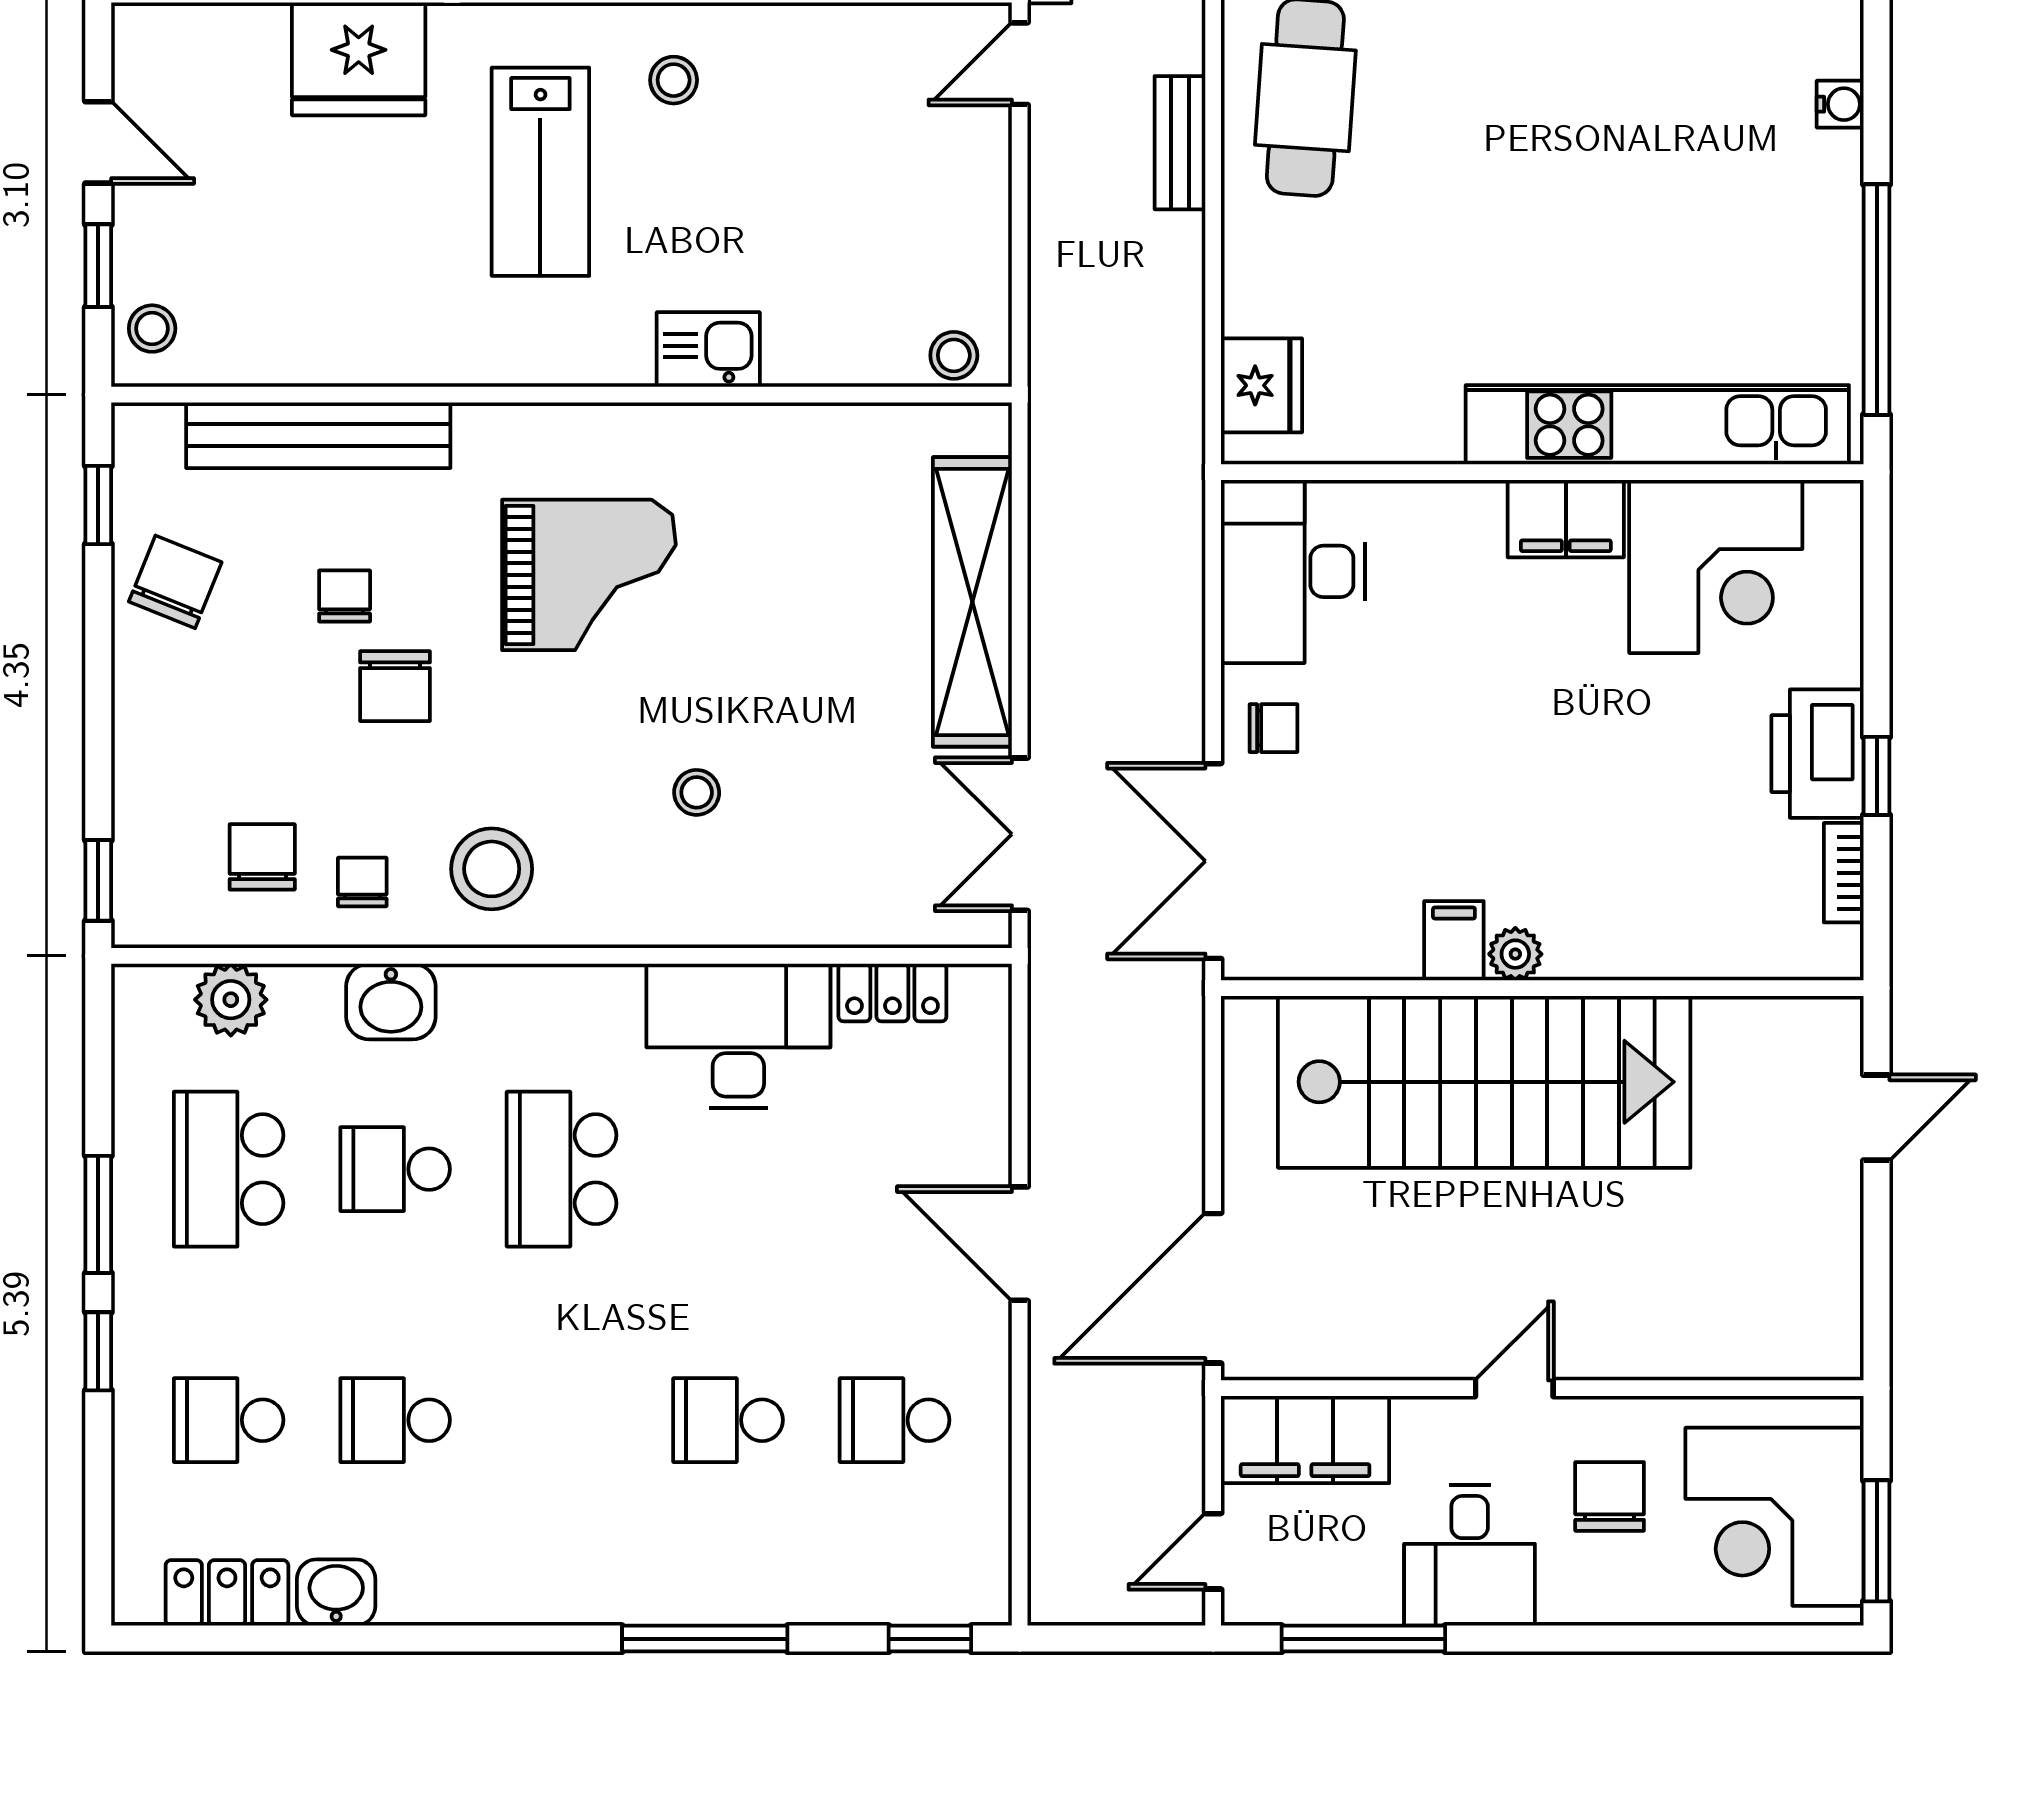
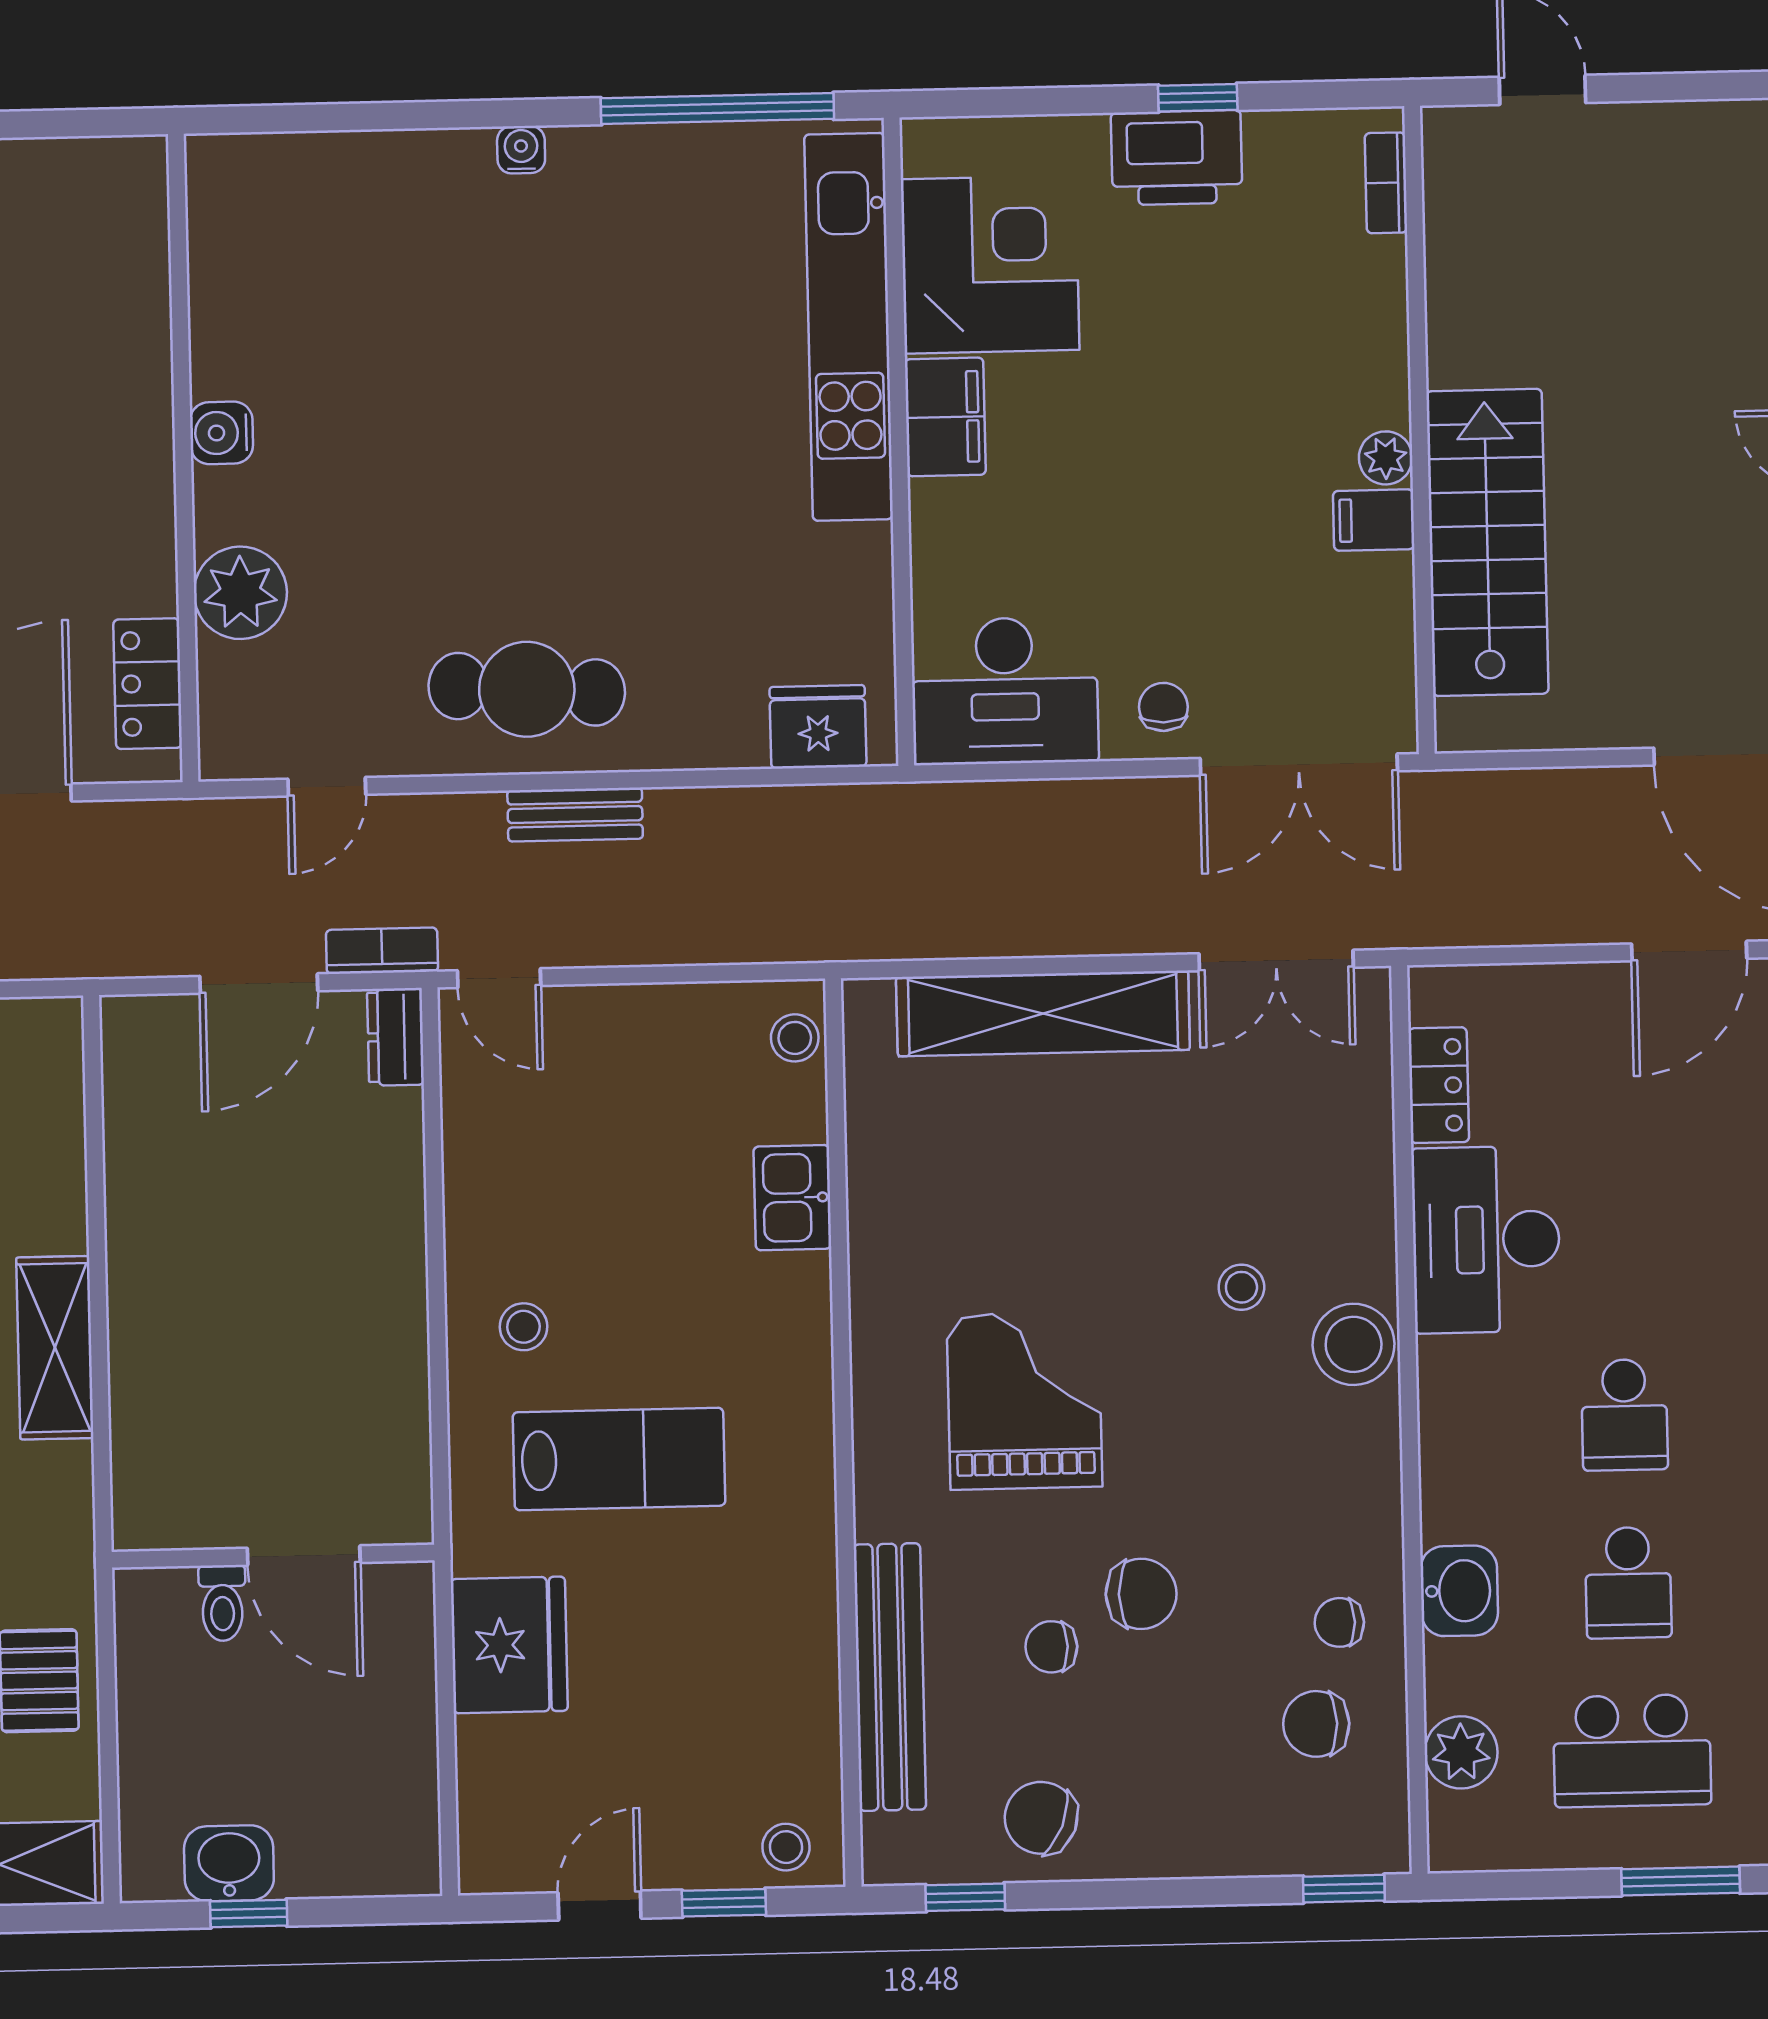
kitchen sink: (708, 349) -> (792, 1198), moved
stool: (492, 869) -> (1354, 1344), moved
bookcase: (1844, 873) -> (1386, 183), moved, turned 90
stairs: (1484, 1082) -> (1487, 542), width x0.73, depth x0.66
school desk: (562, 1169) -> (1624, 1415), width x0.54

